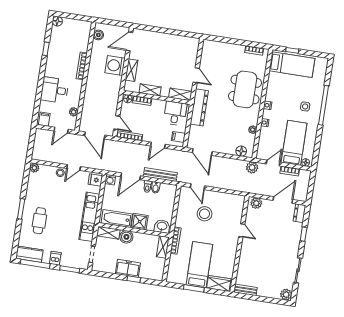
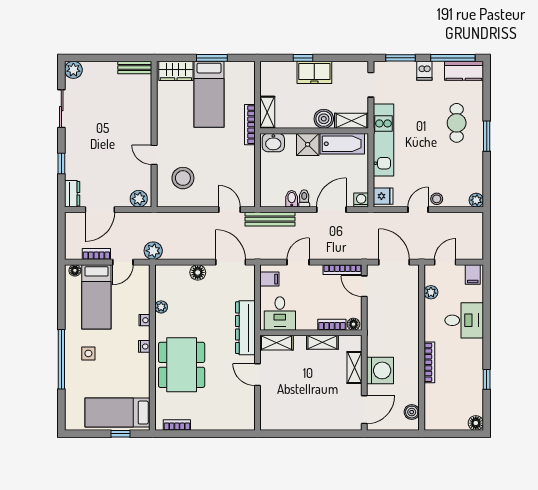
floor lamp: (241, 151) -> (198, 272), moved
bench: (160, 175) -> (270, 219), moved
stool: (205, 214) -> (183, 178), moved

